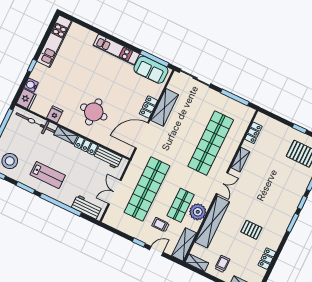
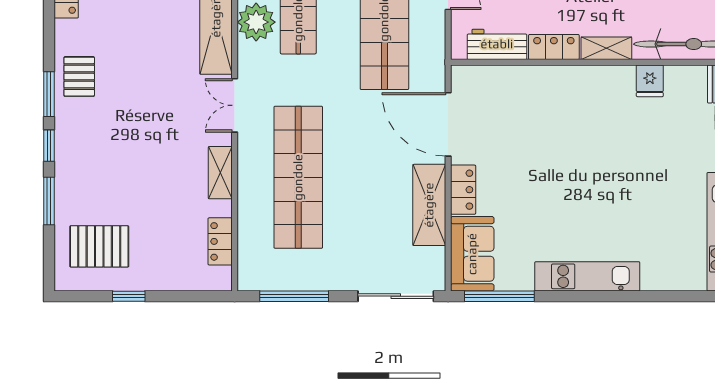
sofa: (151, 70) -> (472, 254), moved, turned 90
round table: (94, 112) -> (572, 125), removed
door: (142, 135) -> (448, 124), swing flipped
pallet: (251, 230) -> (79, 77), moved, turned 90

